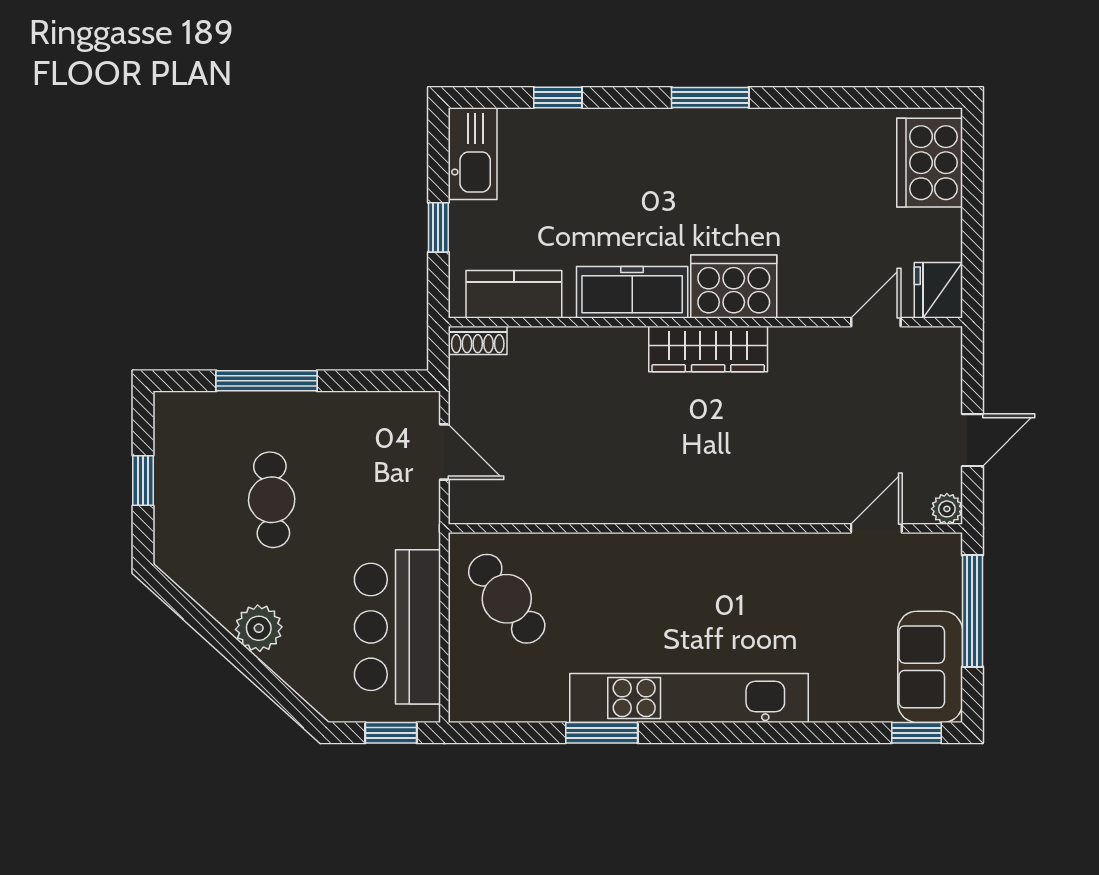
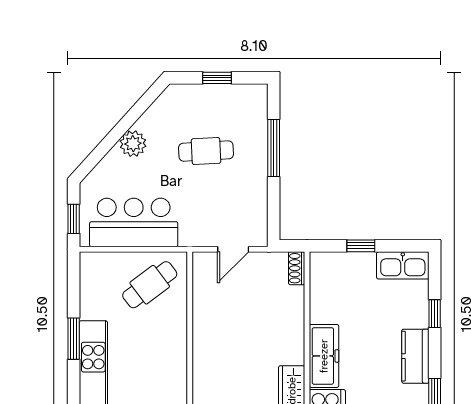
kitchen counter: (514, 294) -> (415, 356), moved, turned 180

